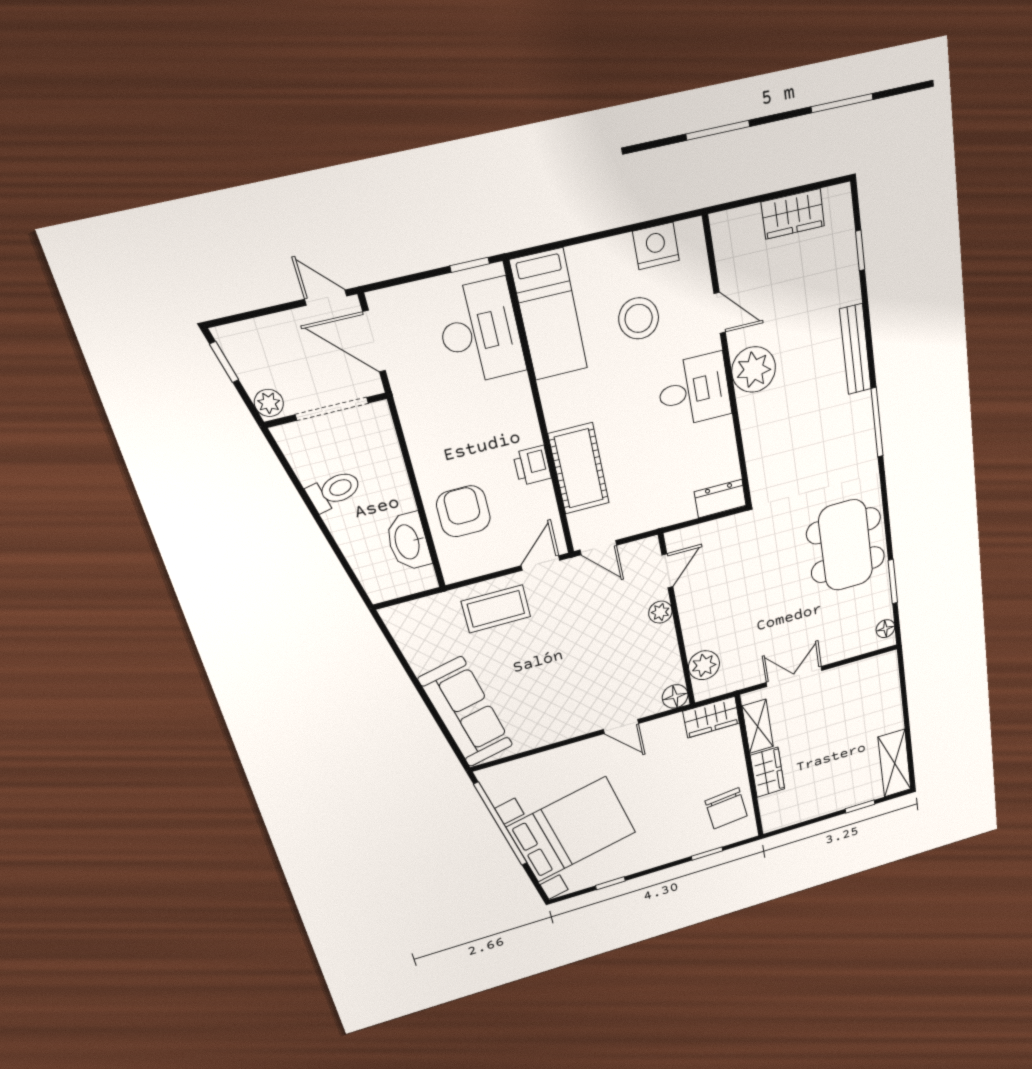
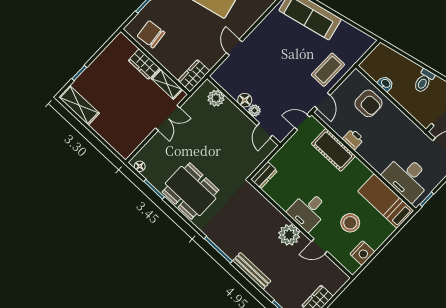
washbasin: (408, 542) -> (385, 84), width x0.52, depth x0.69
floor lamp: (675, 696) -> (245, 100), moved
door: (621, 726) -> (234, 47), hinge flipped

